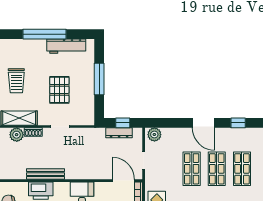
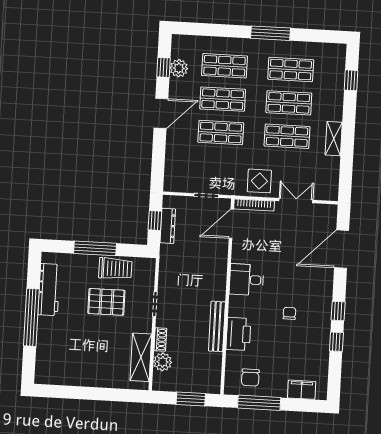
trolley: (16, 81) -> (115, 268), moved
plant: (154, 135) -> (179, 68), moved

